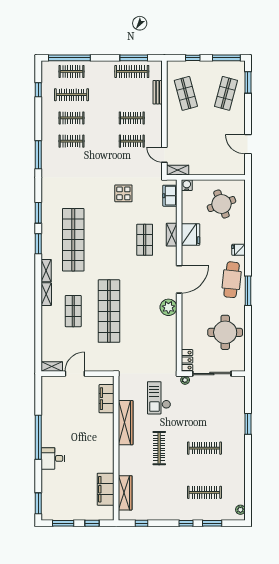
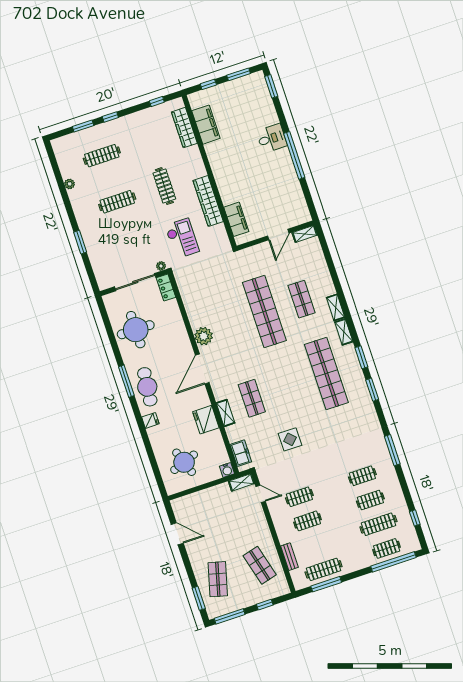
plant: (240, 510) -> (70, 184), moved

